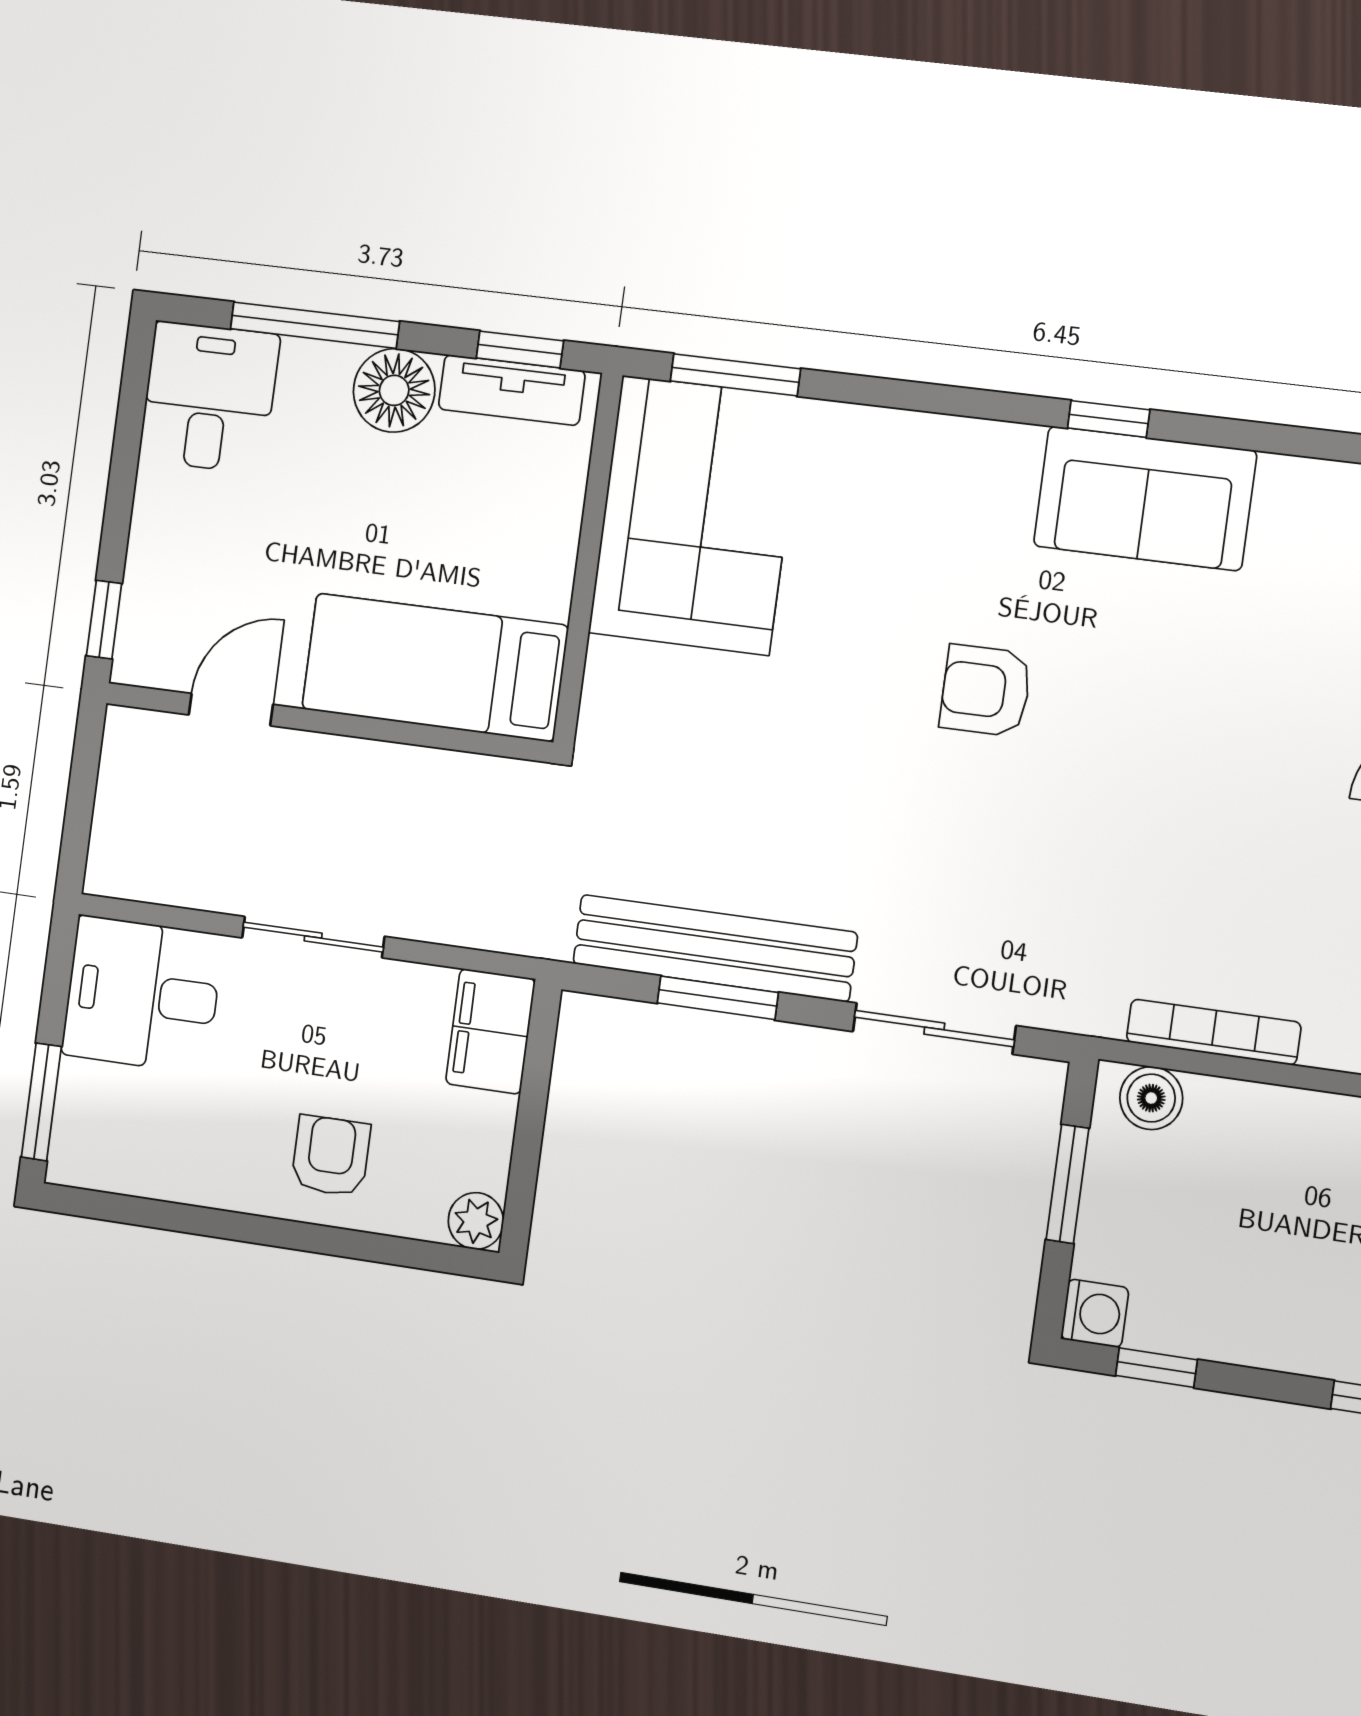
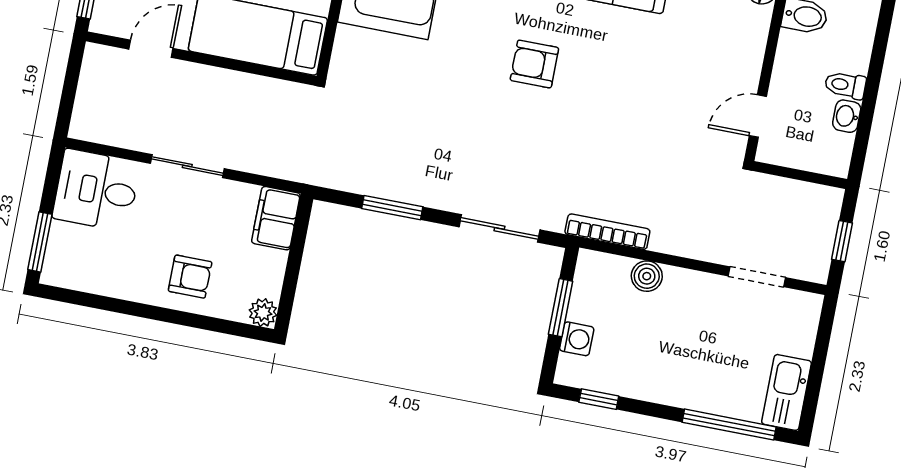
bench: (715, 948) -> (392, 183), removed
bookcase: (1214, 1032) -> (607, 232), moved
boiler: (1151, 1098) -> (647, 276), moved
armchair: (331, 1156) -> (190, 277), turned 90
washing machine: (1095, 1313) -> (577, 339), moved

